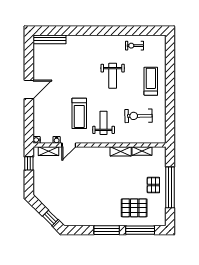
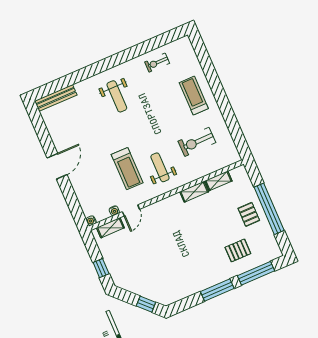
weight bench: (113, 76) -> (117, 96), moved
window: (29, 163) -> (101, 268), moved
pallet: (134, 208) -> (238, 250), width x0.67, depth x0.71

